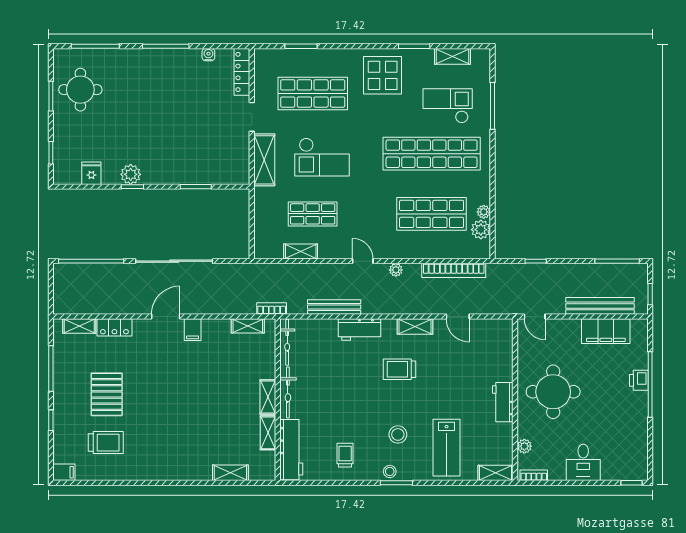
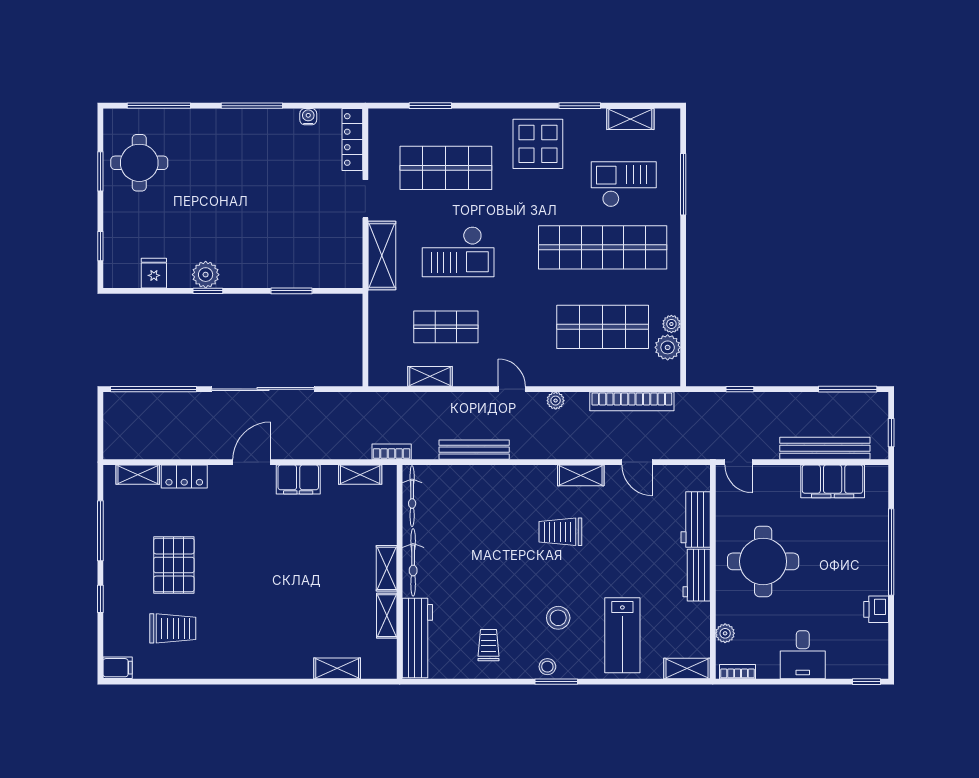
filing cabinet: (193, 330) -> (298, 479), width x2.00
workbench: (360, 330) -> (696, 519), moved, turned 90
printer: (639, 380) -> (876, 609), moved

